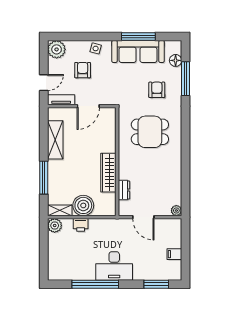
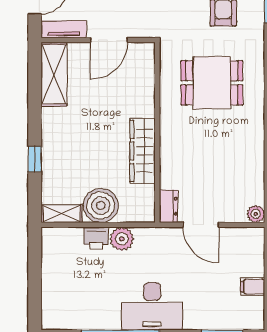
shelving: (55, 140) -> (54, 74), moved
window: (44, 178) -> (35, 159), width x0.46
dresser: (124, 190) -> (169, 206), moved
plant: (55, 226) -> (122, 239), moved

